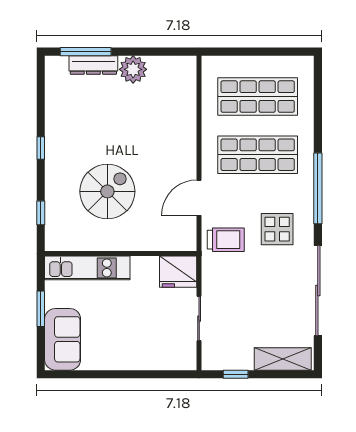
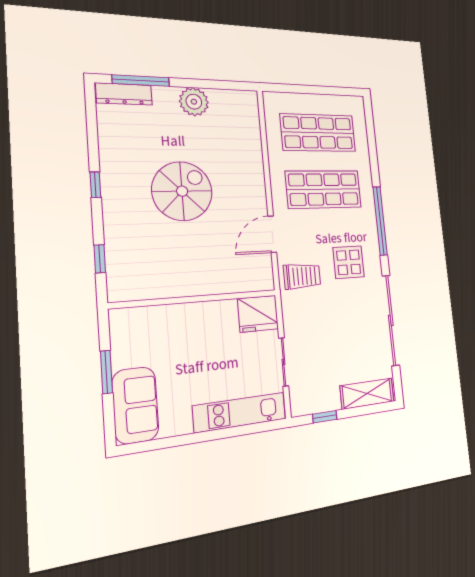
dresser: (93, 65) -> (124, 94), moved
spiral stairs: (107, 191) -> (182, 191), moved
kitchen unit: (87, 268) -> (240, 412), moved, turned 180

